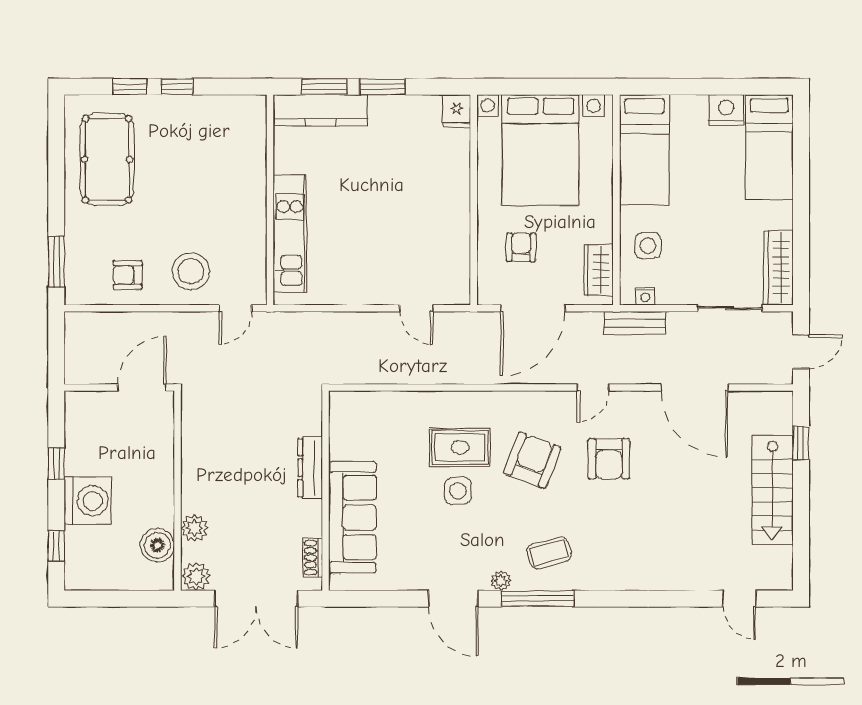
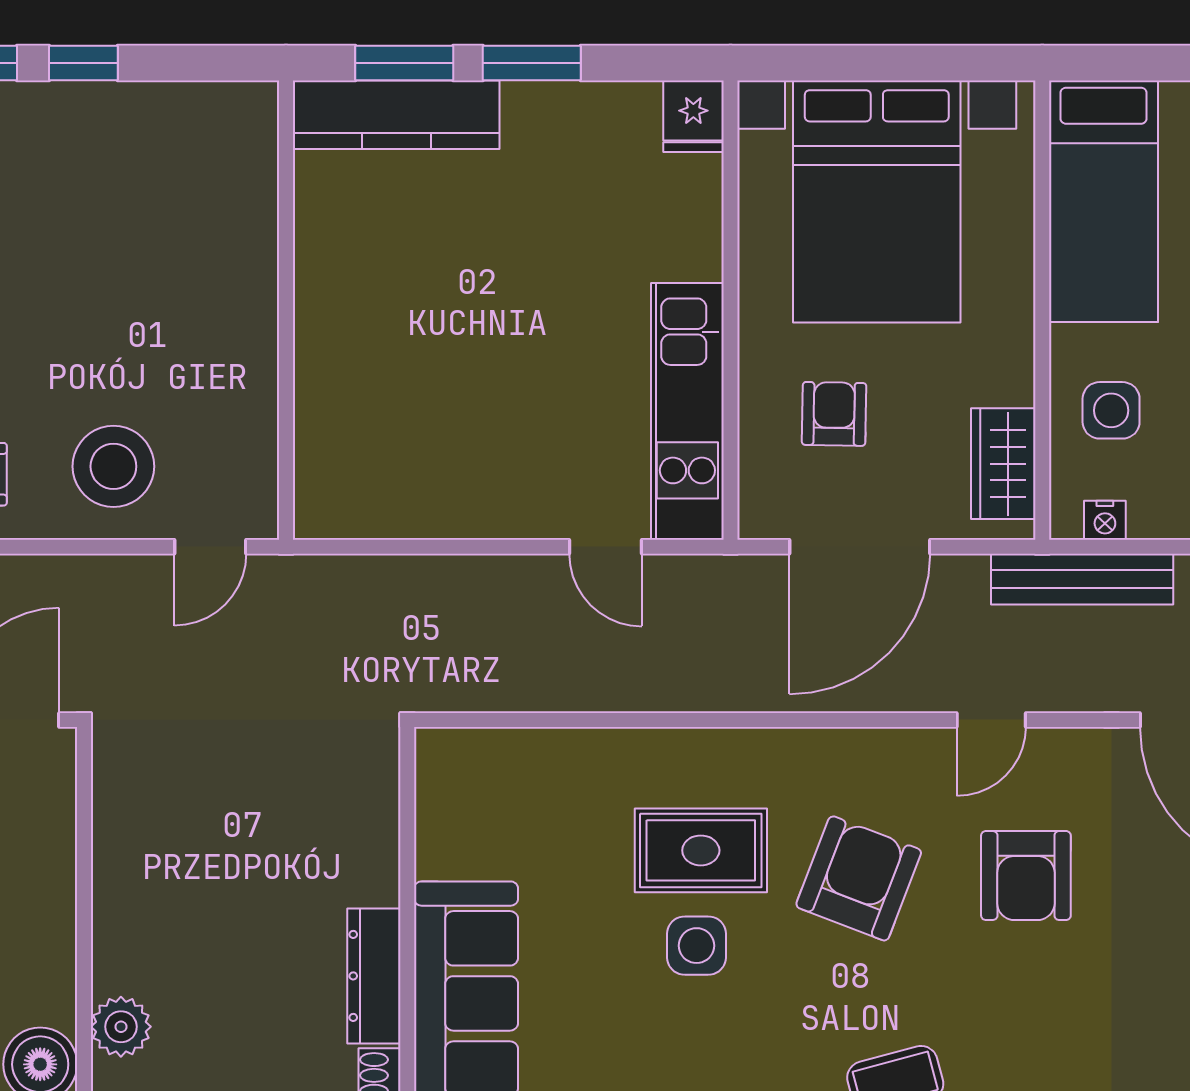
kitchen unit: (290, 234) -> (687, 411), moved, turned 180
bench: (635, 323) -> (1082, 579), width x1.36
dresser: (310, 468) -> (374, 976), moved

